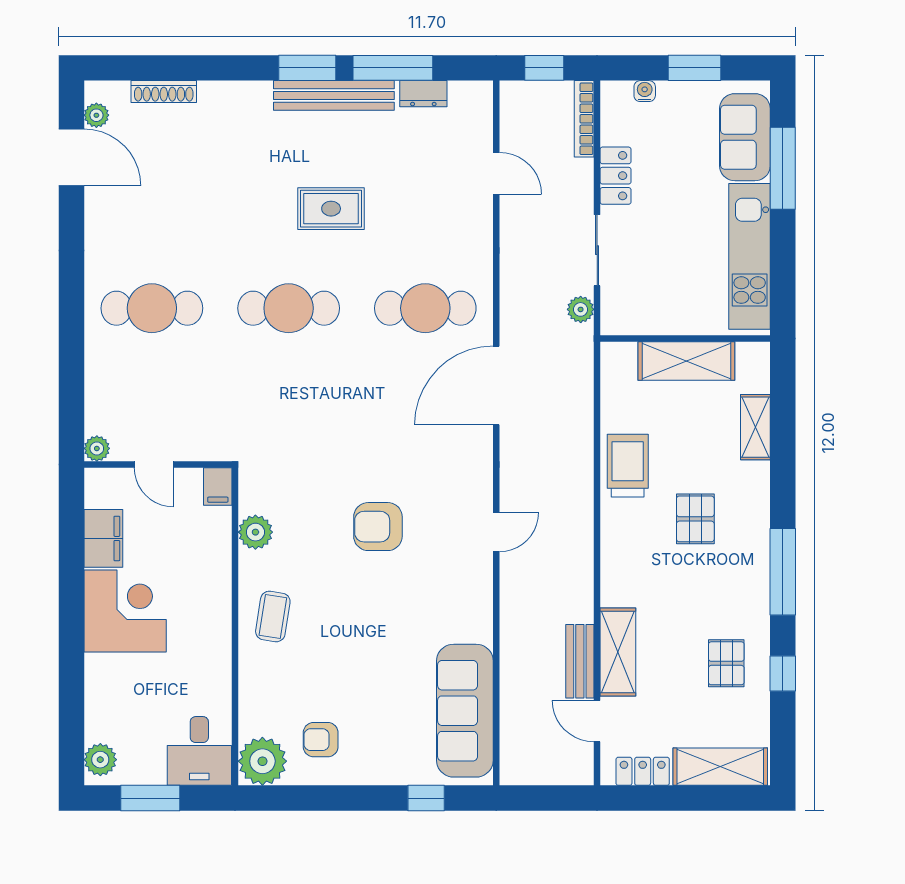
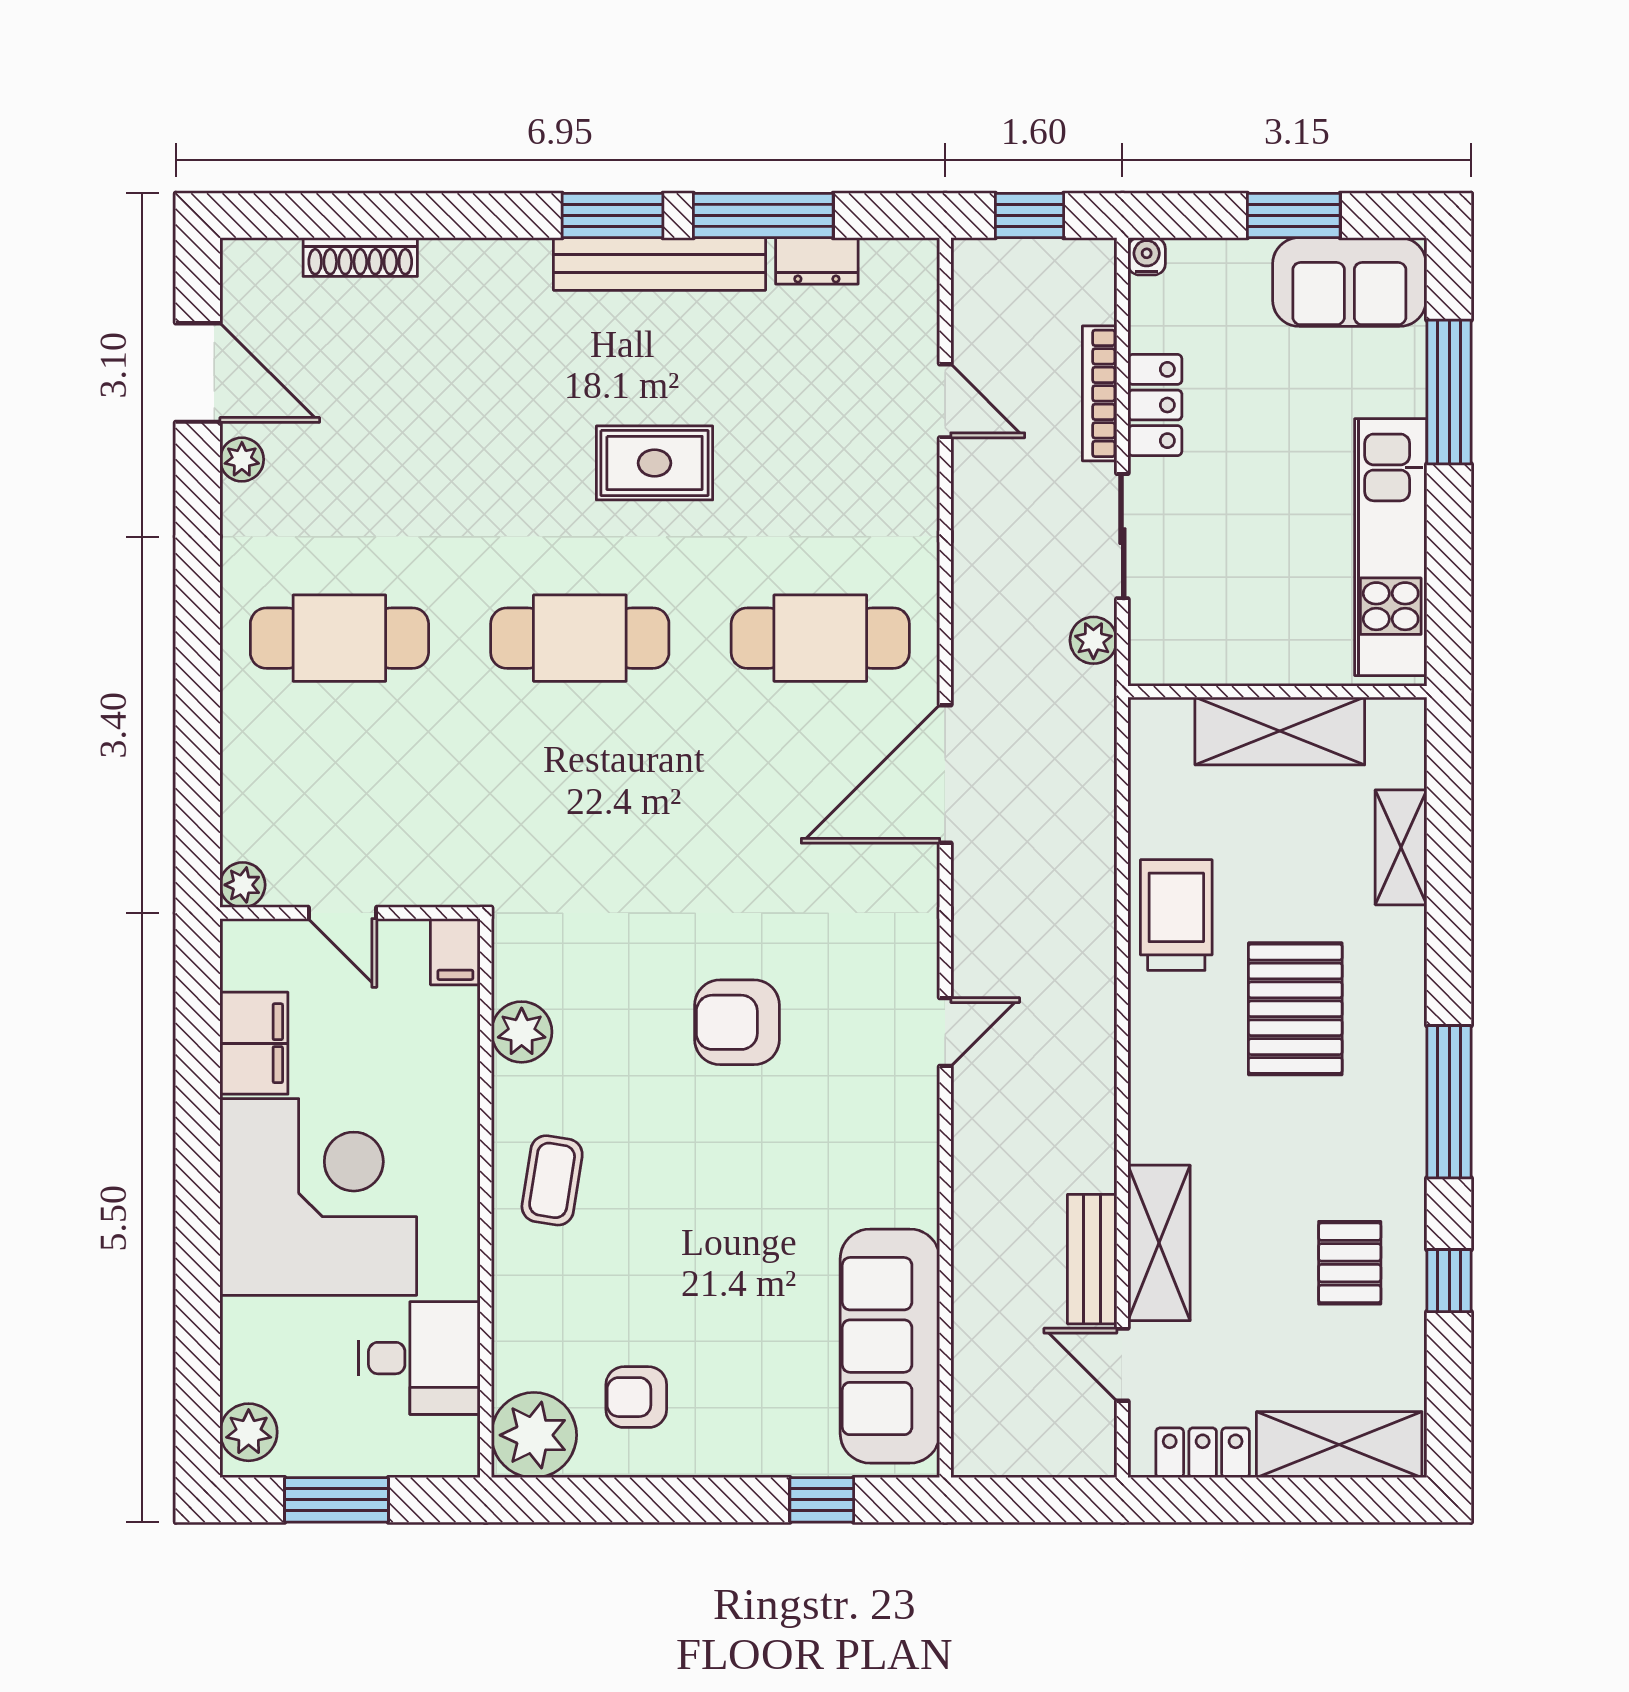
water cooler: (645, 91) -> (1147, 256), moved
plant: (96, 115) -> (242, 460), moved
bookcase: (584, 119) -> (1100, 393), moved
sofa: (745, 137) -> (1349, 282), moved, turned -90
pallet: (695, 519) -> (1295, 1009), width x1.50, depth x1.42
corner desk: (125, 611) -> (318, 1197), width x1.36, depth x1.36
desk: (199, 751) -> (419, 1358), moved, turned -90

